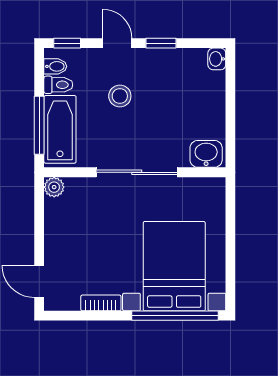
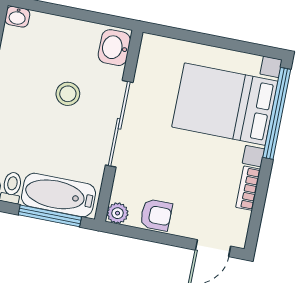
stool: (120, 96) -> (68, 94), moved
armchair: (59, 223) -> (156, 215), added

